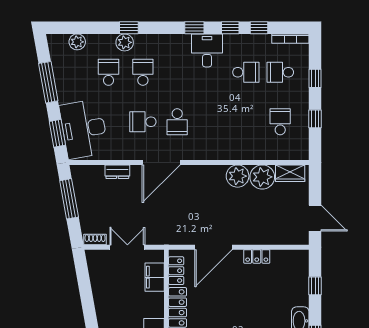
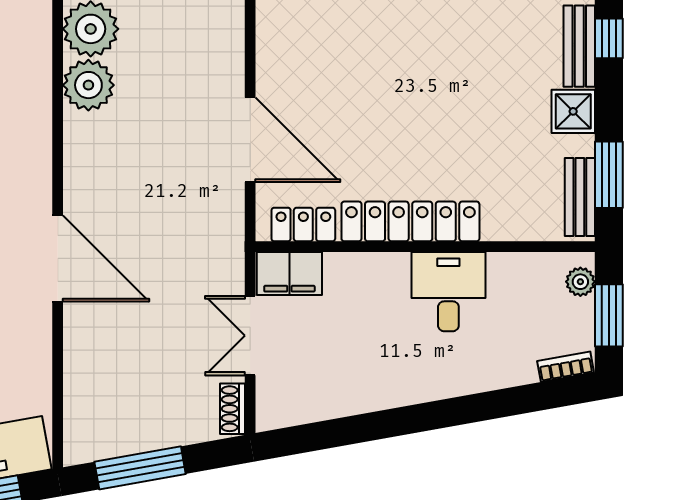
dresser: (117, 172) -> (78, 358), removed
locker: (257, 256) -> (271, 41), removed
filing cabinet: (155, 277) -> (289, 274), moved

